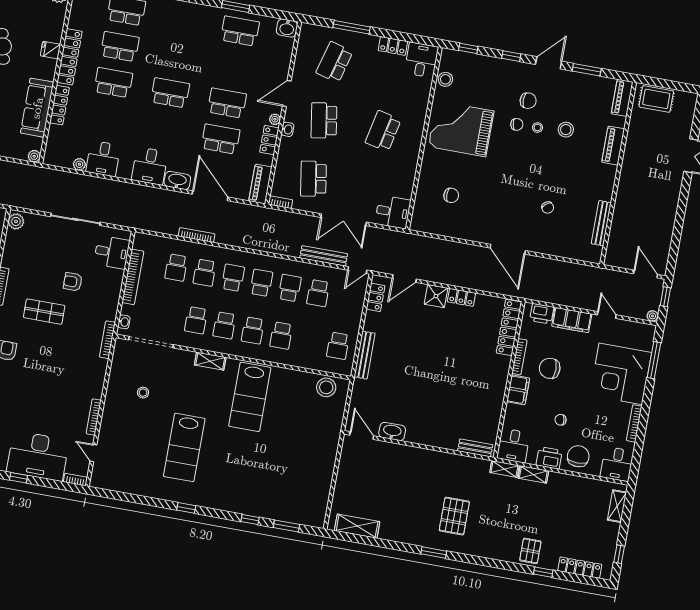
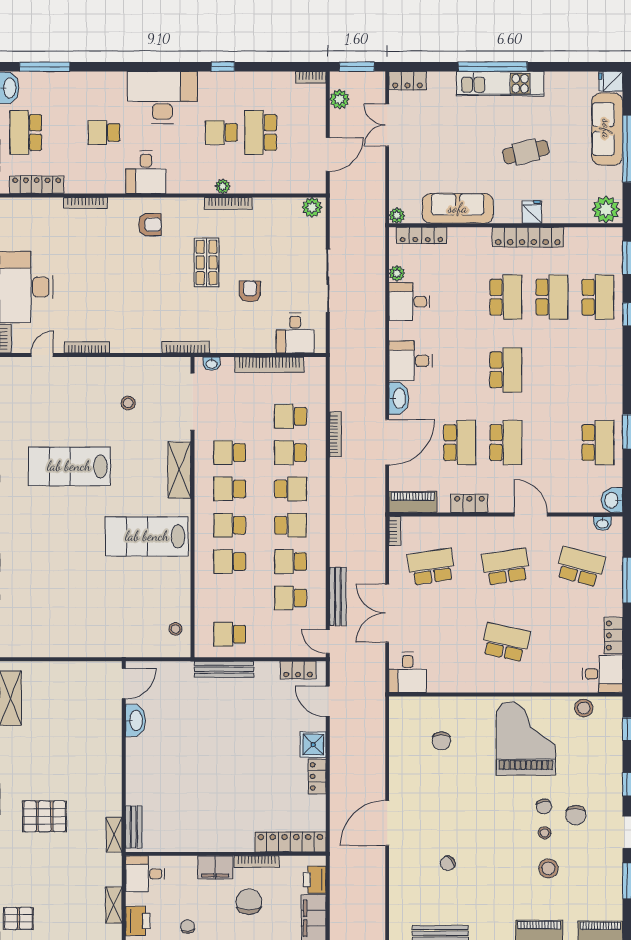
locker: (59, 105) -> (421, 235), moved
plant: (275, 119) -> (496, 506), removed
washbasin: (287, 129) -> (602, 523), moved
school desk: (290, 288) -> (291, 562), turned 180
shelving: (210, 361) -> (179, 470), width x1.50, depth x1.33
stool: (326, 387) -> (175, 629), width x0.53, depth x0.53
shelving: (504, 469) -> (114, 835), moved

